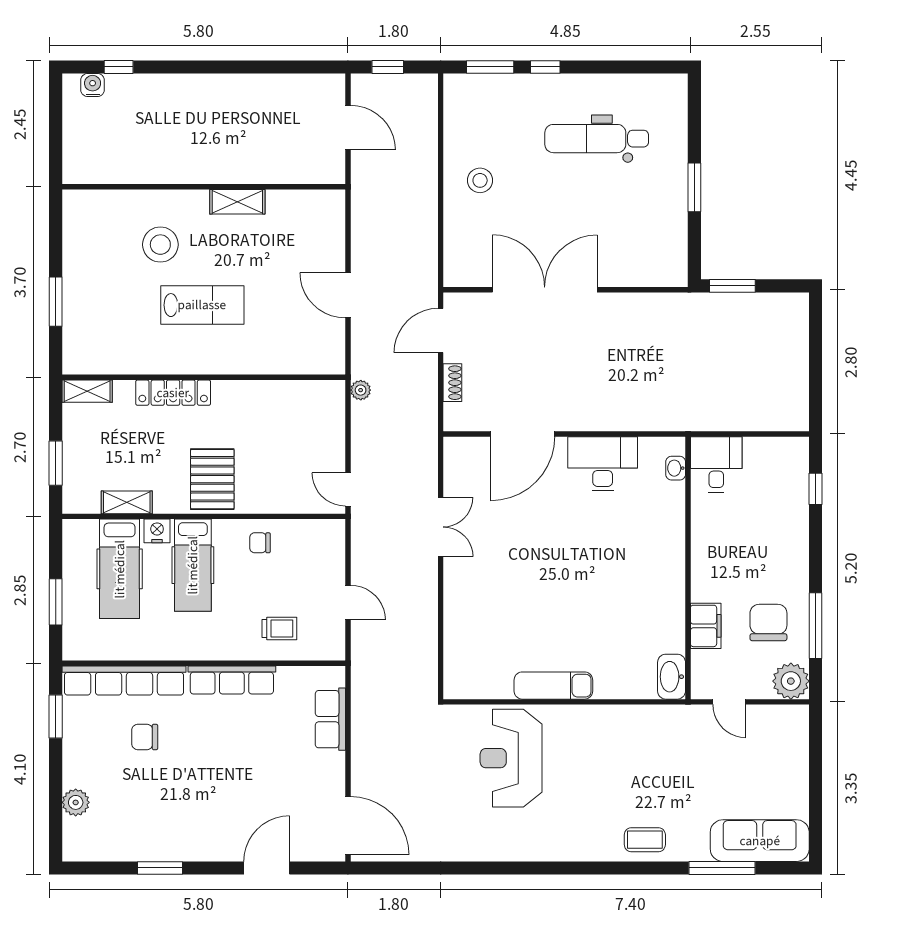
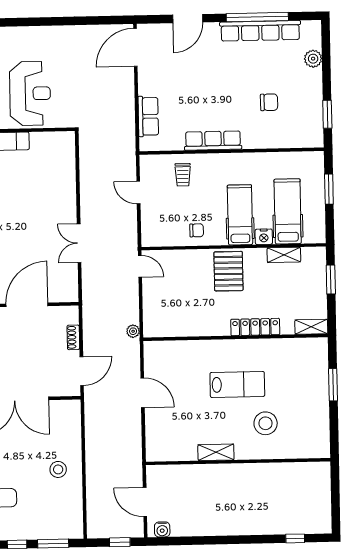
water cooler: (93, 85) -> (162, 529), moved
lab bench: (202, 305) -> (237, 384), turned 180
trolley: (279, 629) -> (183, 175), turned -90
row of seats: (124, 680) -> (260, 31), moved, turned 180
door: (348, 826) -> (135, 47), hinge flipped
window: (160, 868) -> (257, 17), width x2.11

